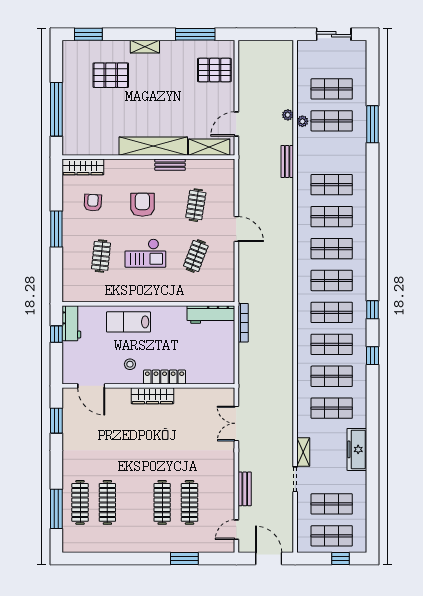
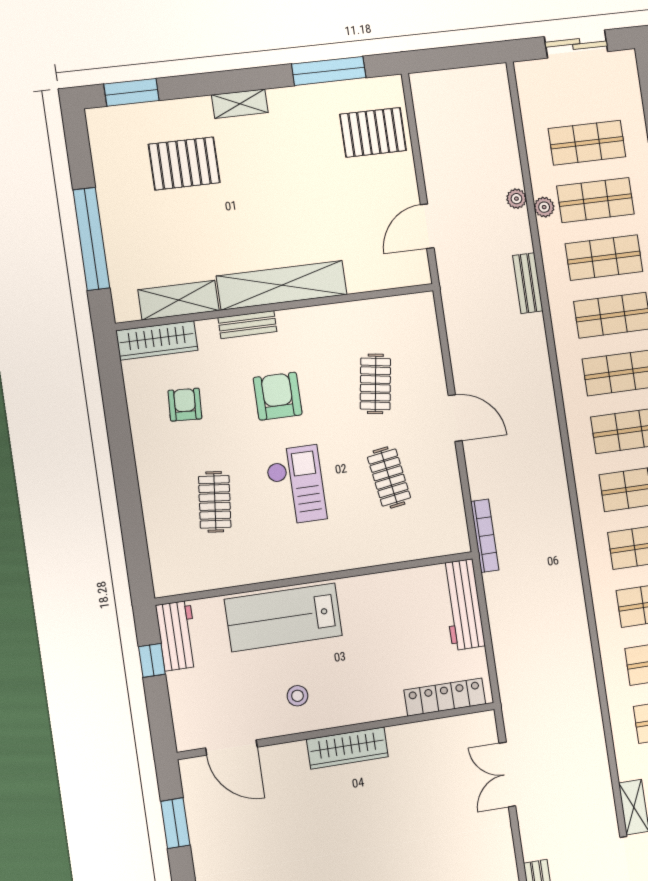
shelving: (209, 147) -> (179, 300), moved
shop shelf: (332, 153) -> (604, 258), added
bench: (170, 165) -> (247, 325), moved
window: (56, 229) -> (124, 463), removed
checkout: (145, 253) -> (296, 485), turned -90
clothes rail: (196, 256) -> (389, 478), turned -30
workbench: (211, 314) -> (463, 605), moved, turned 90
lab bench: (129, 322) -> (283, 617), width x1.36, depth x1.39
bookcase: (243, 323) -> (485, 536), moved
locker: (165, 377) -> (445, 697), moved

